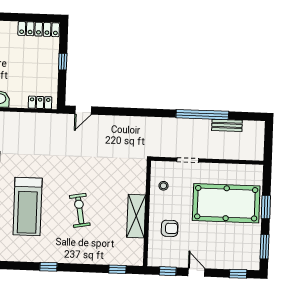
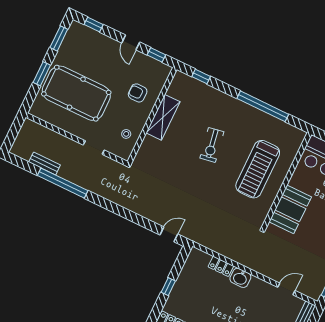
locker: (40, 102) -> (221, 266), moved
treadmill: (28, 207) -> (258, 169), turned 180
window: (48, 267) -> (263, 106), width x3.17

